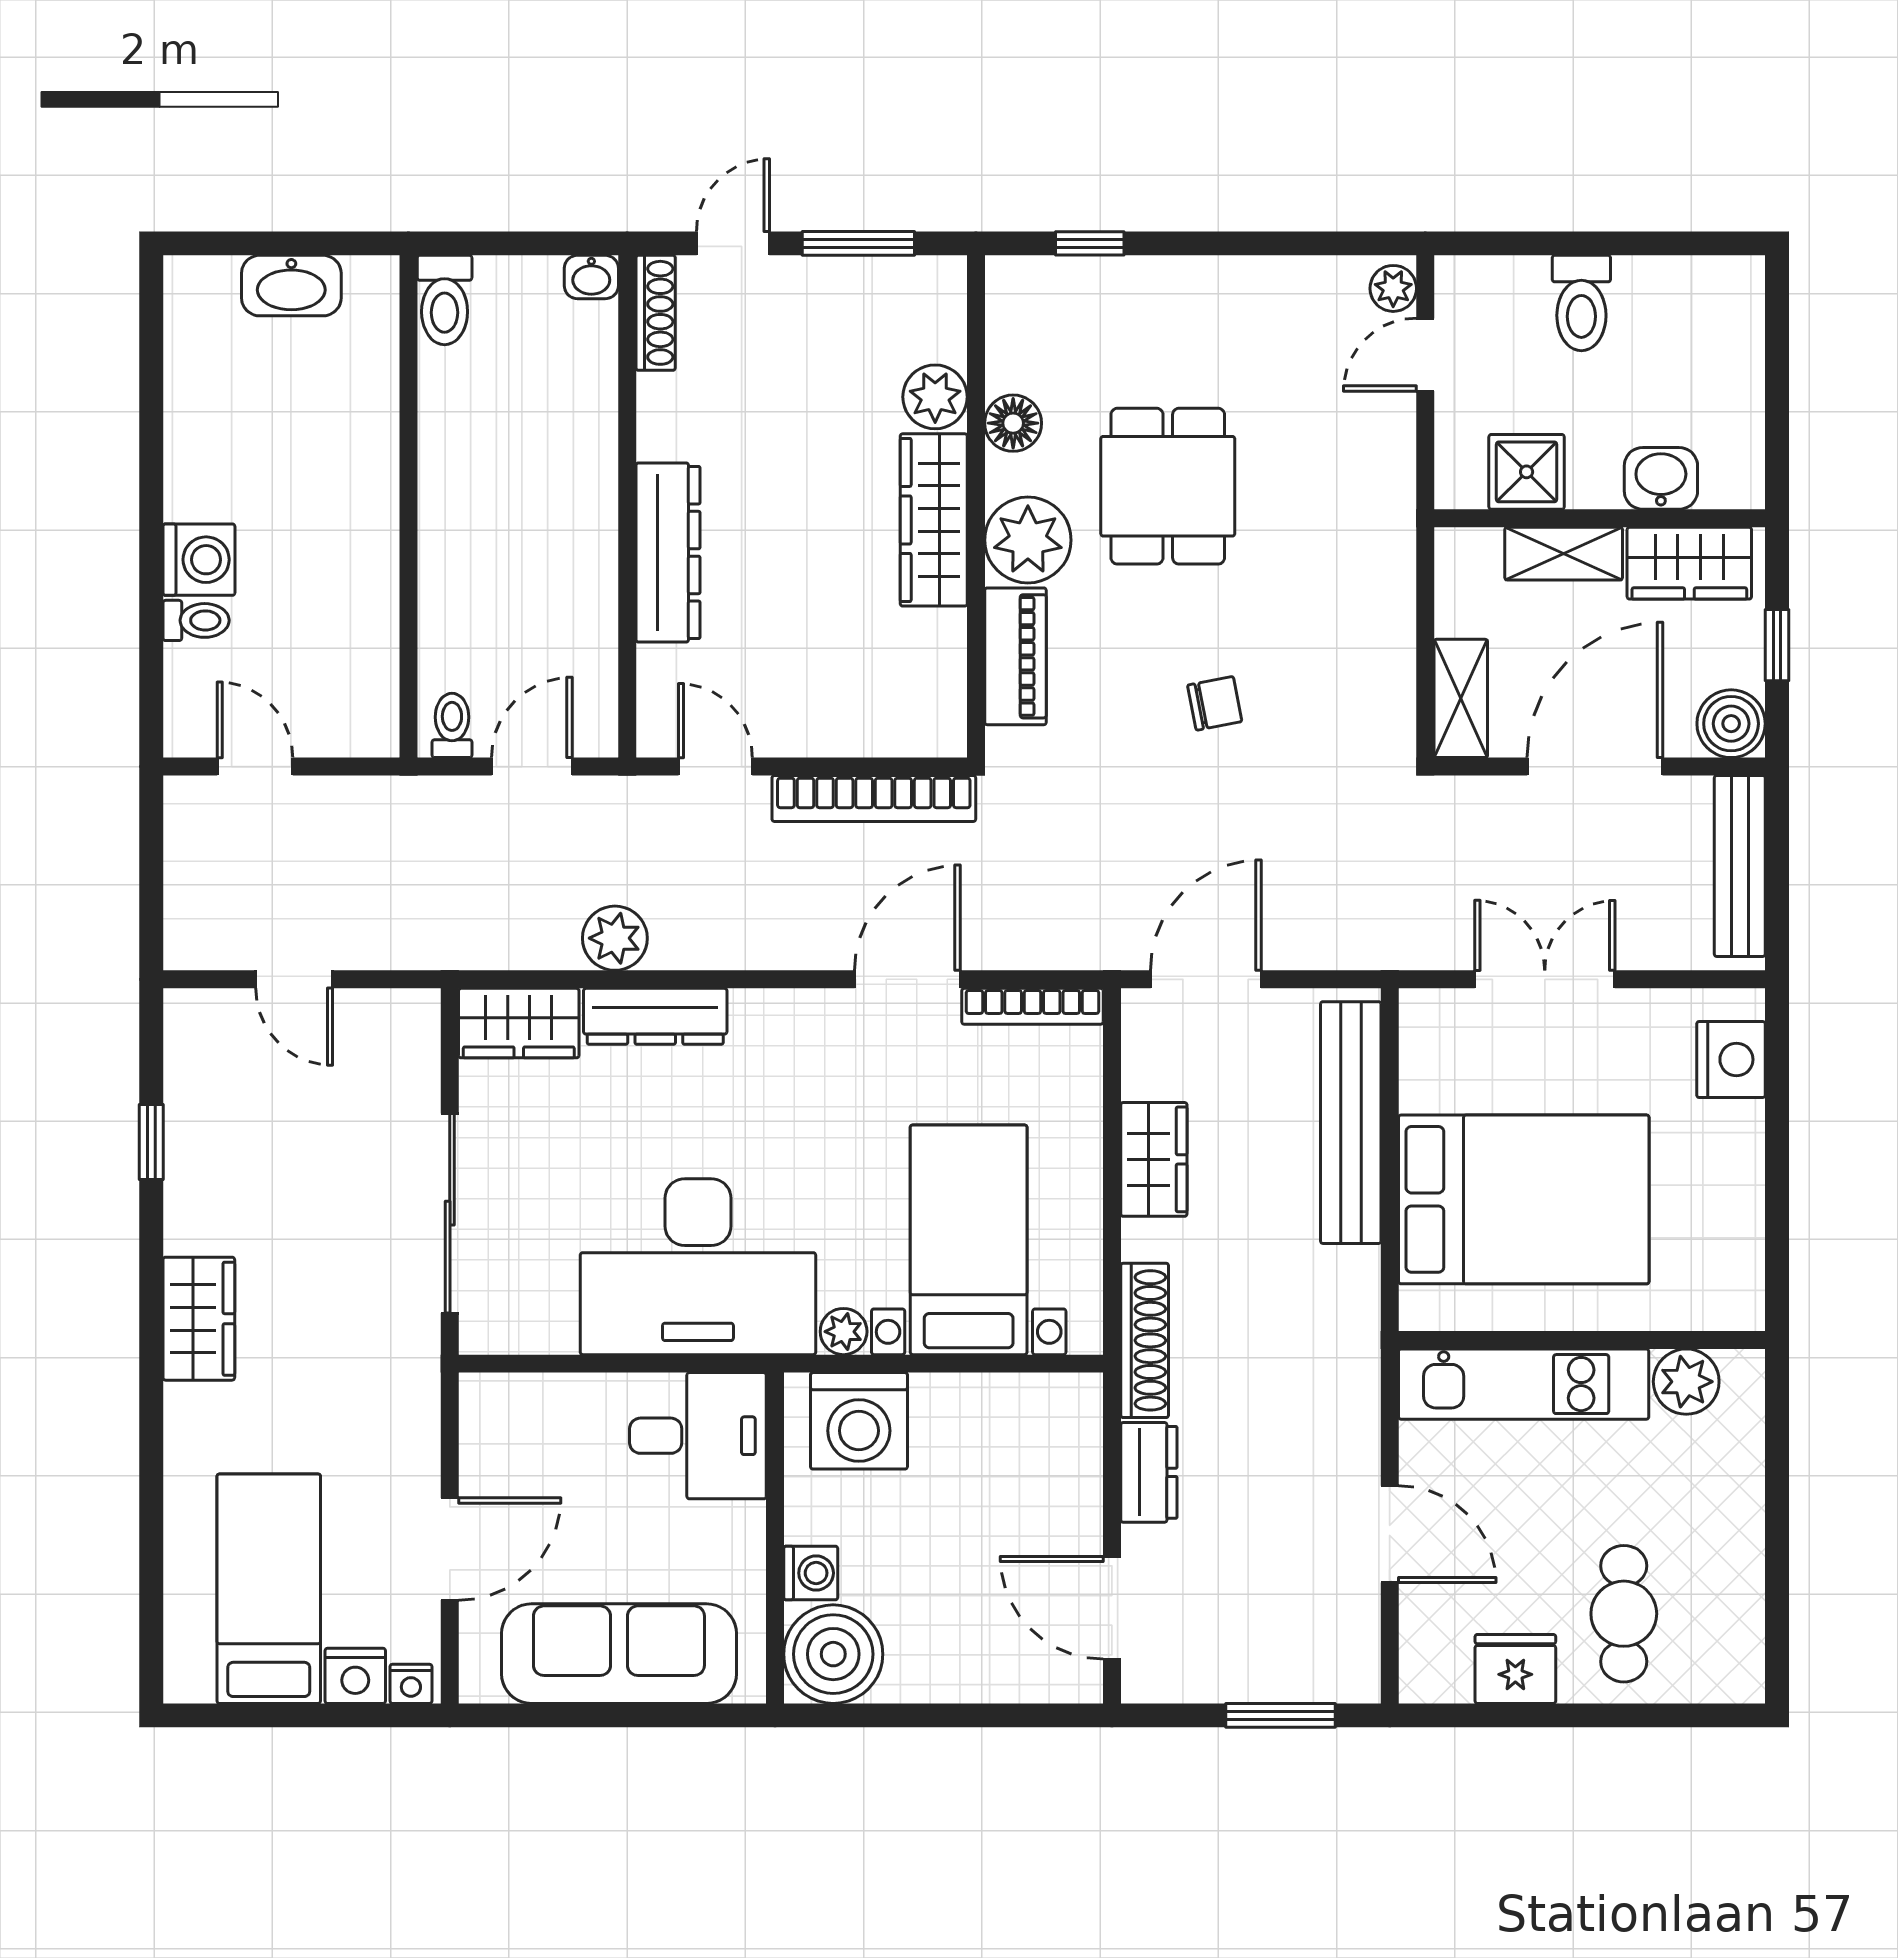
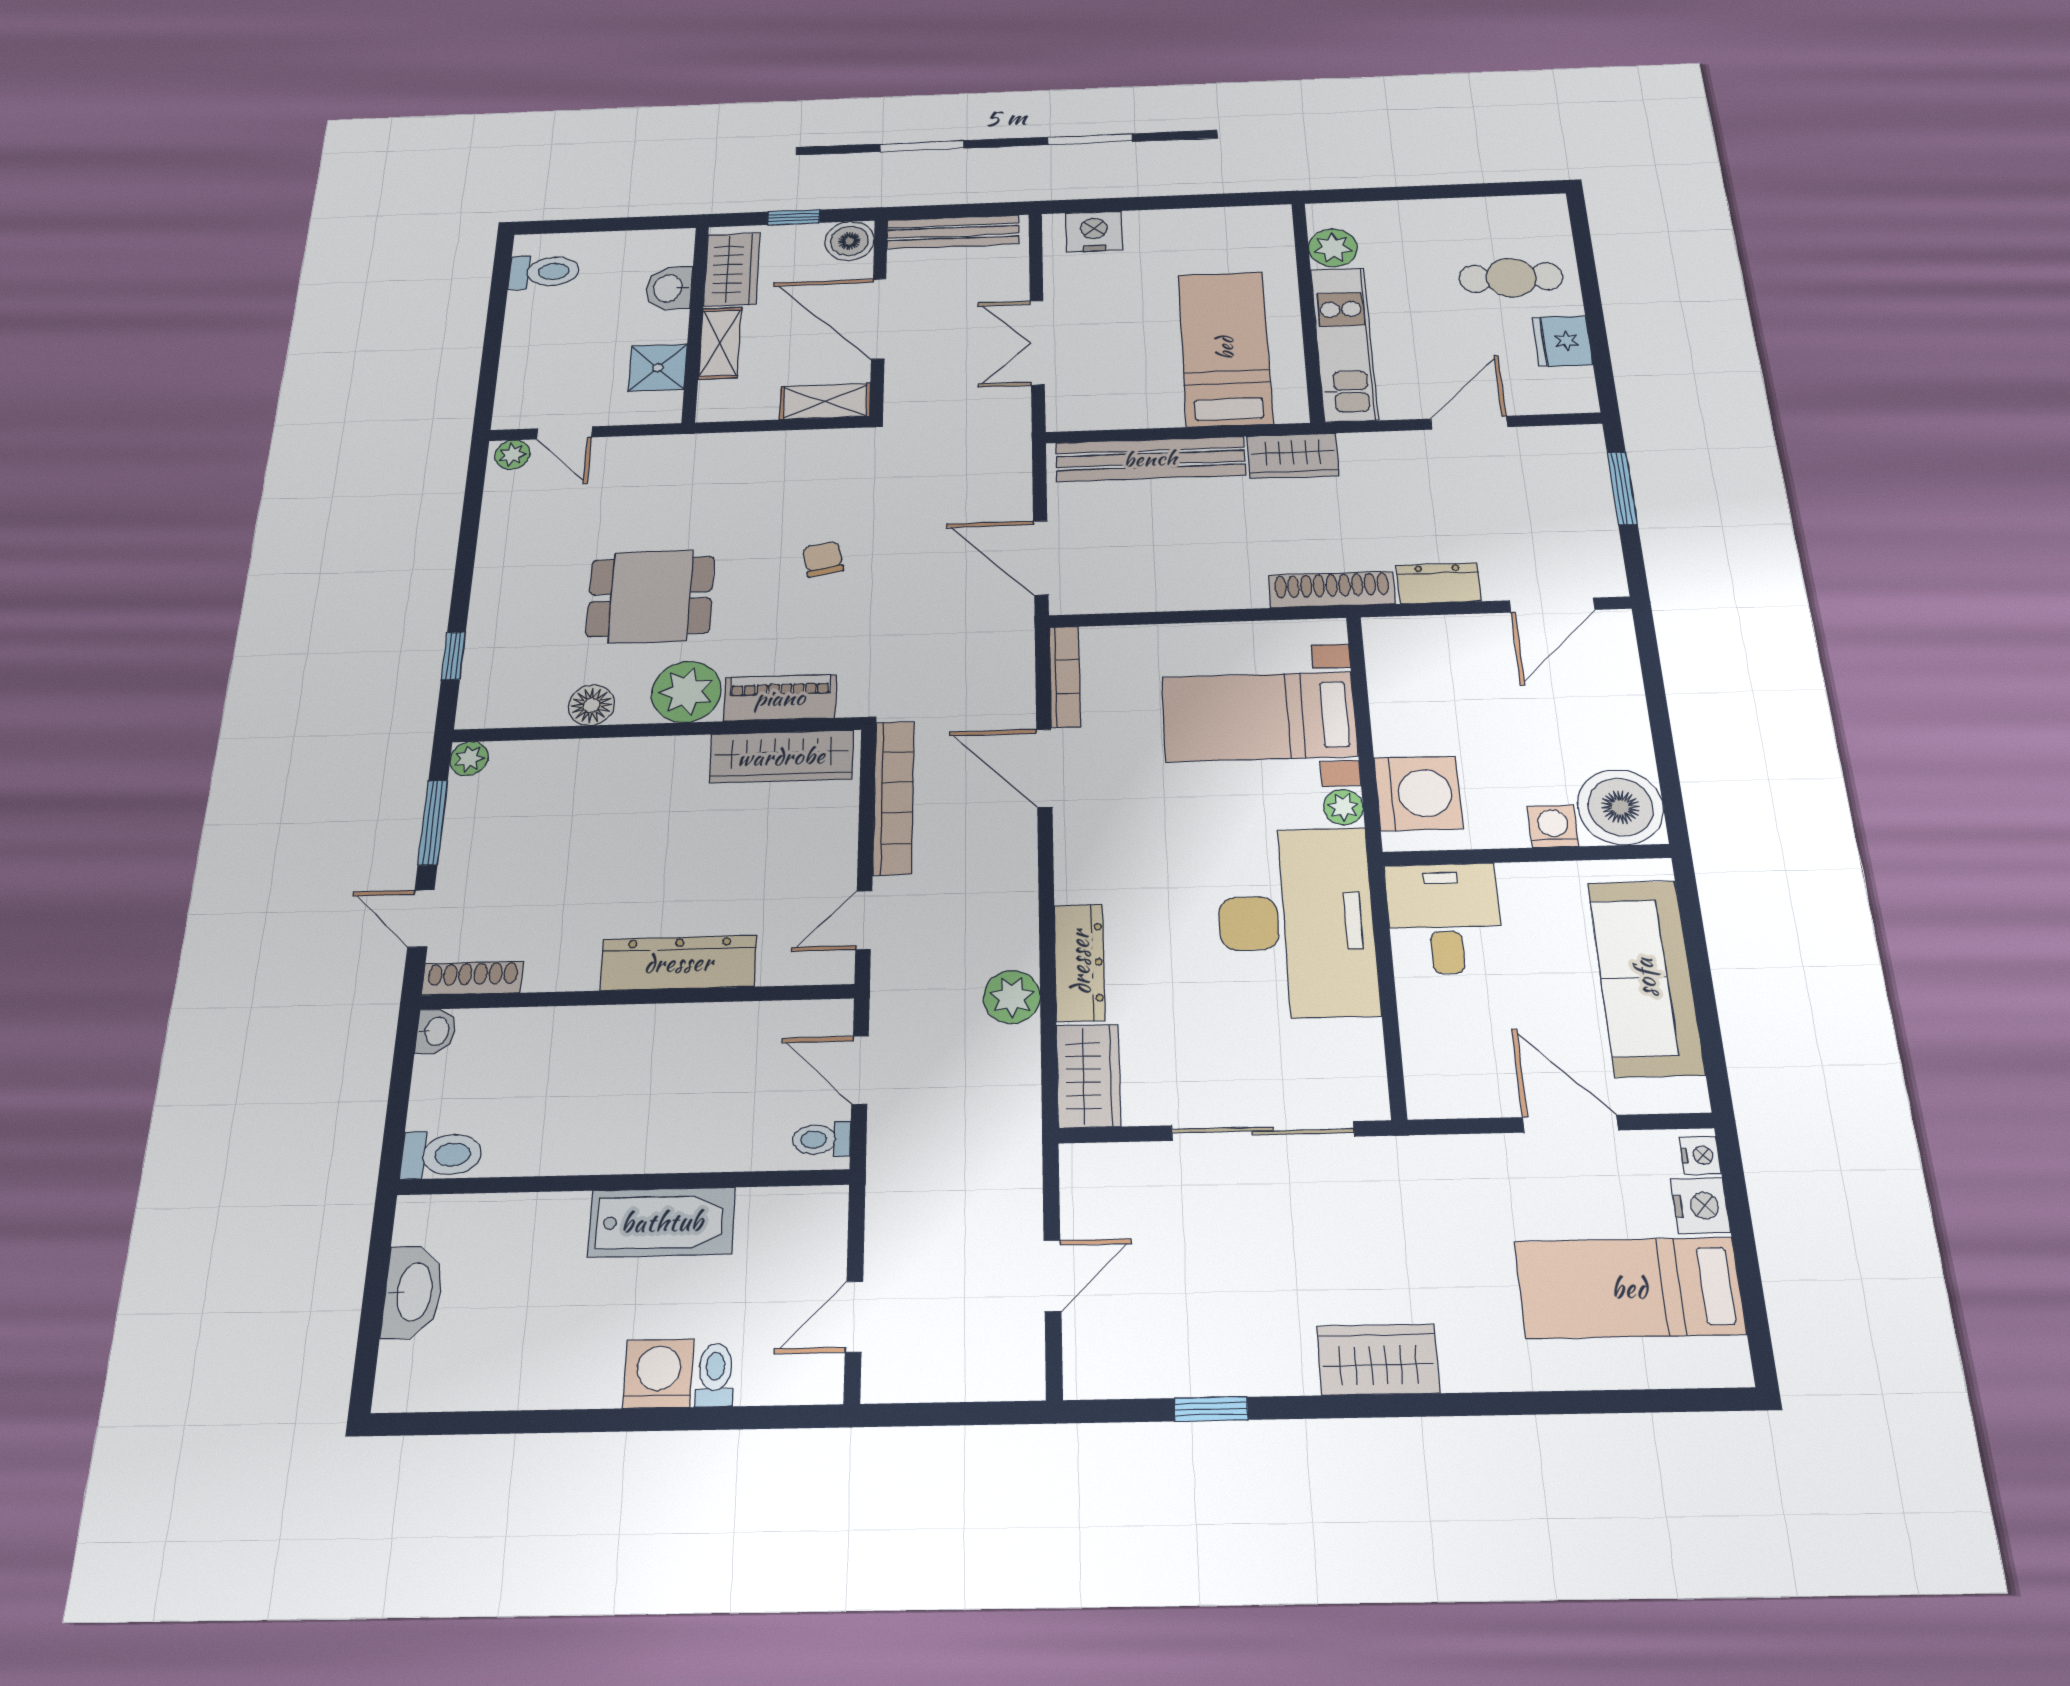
toilet: (1581, 303) -> (544, 272), moved
plant: (935, 397) -> (469, 759), moved, width x0.73, depth x0.73
wardrobe: (934, 520) -> (781, 757), moved
bathtub: (362, 553) -> (662, 1222), added
wardrobe: (1154, 1159) -> (1293, 456), moved, turned 180
bed: (1524, 1199) -> (1225, 348), width x0.67

